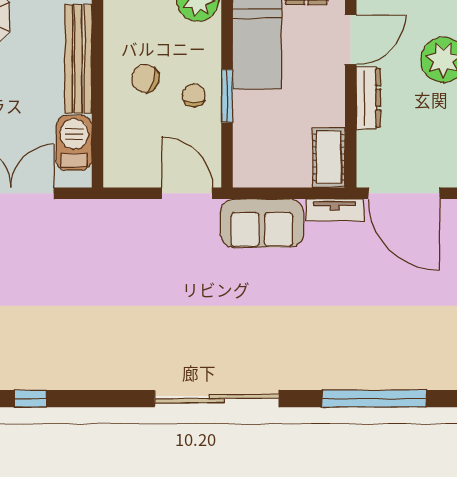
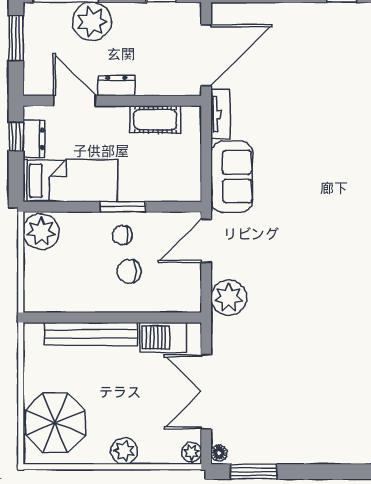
chair: (145, 78) -> (129, 271), moved, turned 72
dresser: (368, 98) -> (116, 86), width x0.70
cot: (329, 157) -> (155, 120), moved
plant: (121, 220) -> (229, 298), added

